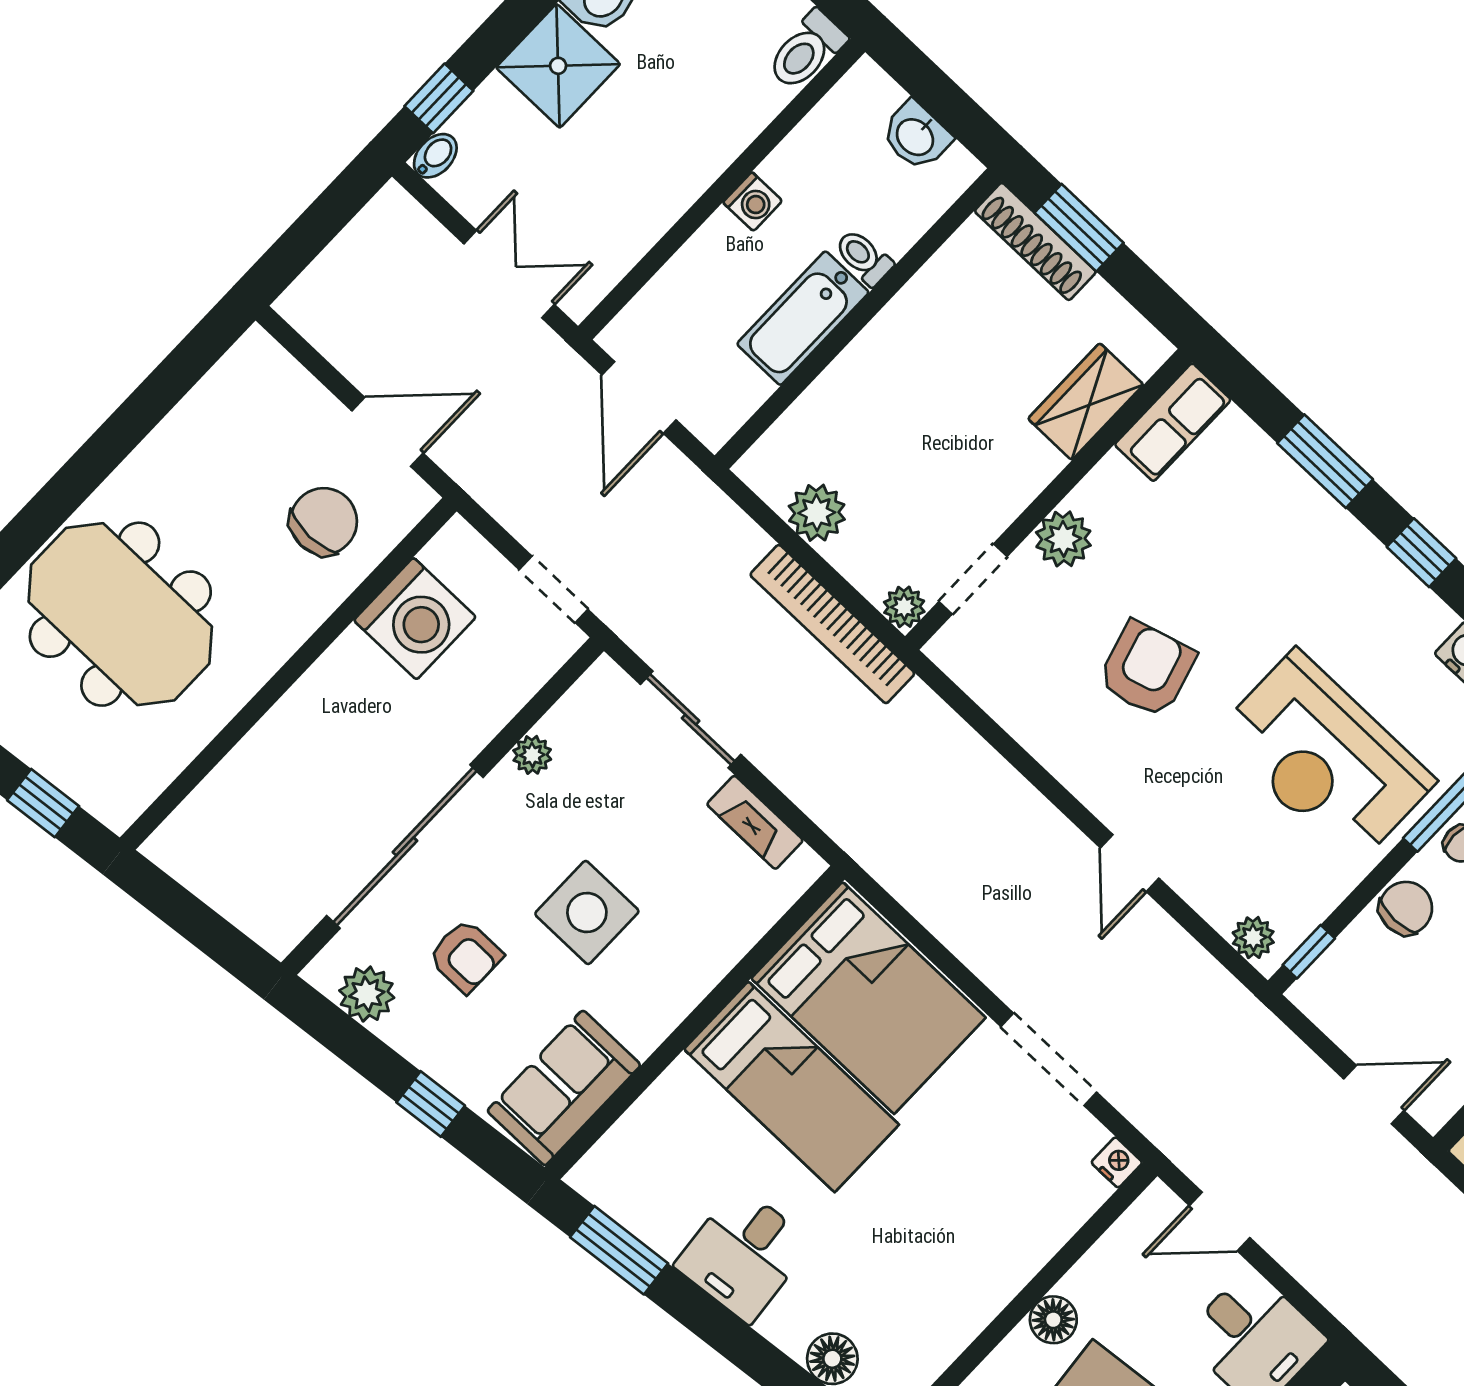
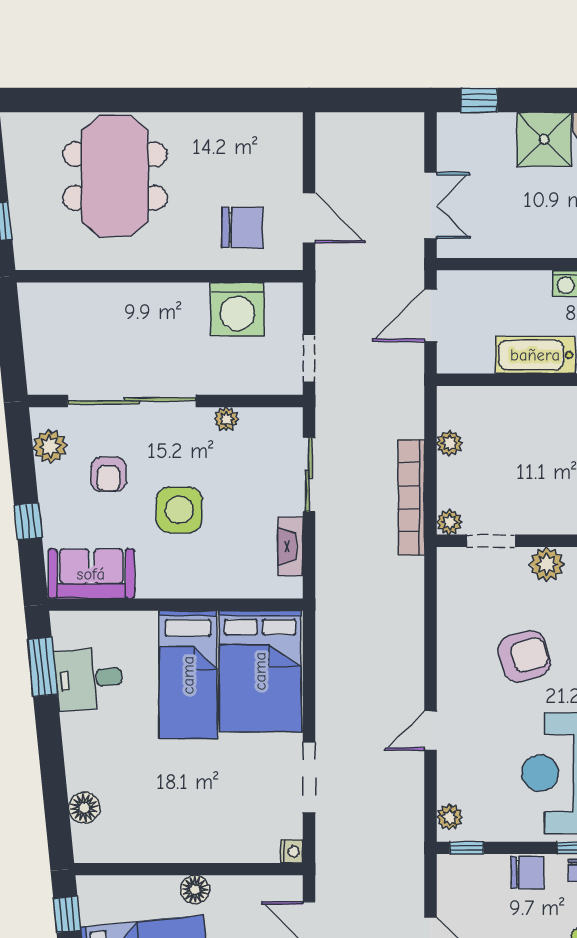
bidet: (435, 156) -> (452, 123), removed
plant: (817, 513) -> (449, 443), width x0.73, depth x0.73
desk: (744, 1254) -> (89, 679), moved

